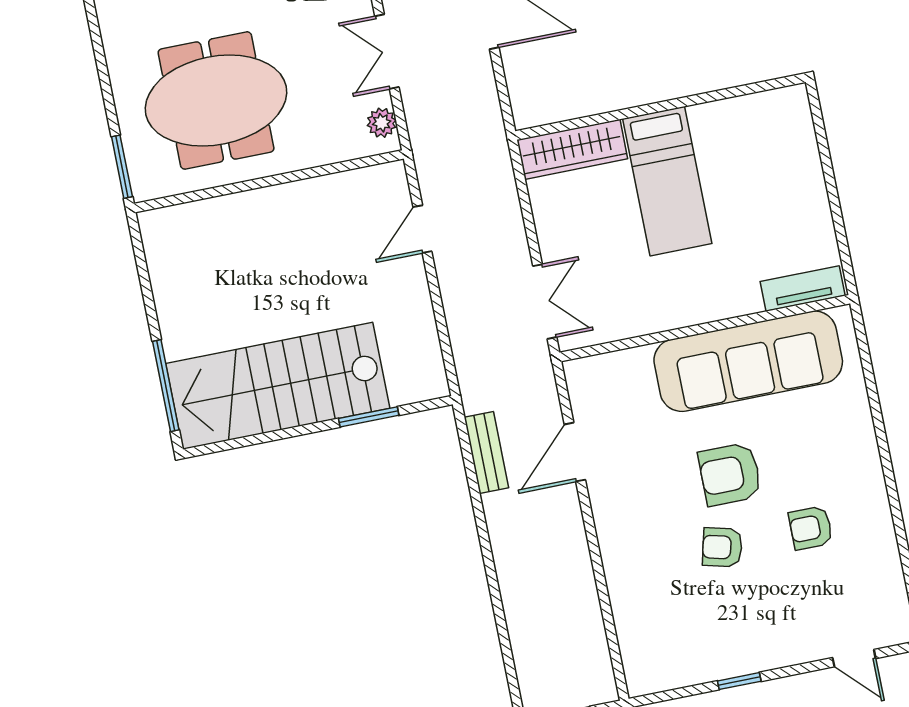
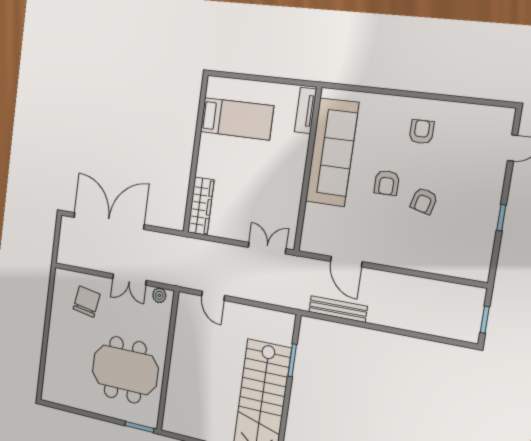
meeting table: (216, 100) -> (125, 370), turned 90
bed: (667, 181) -> (237, 119), moved
bench: (486, 452) -> (338, 309), width x1.36
armchair: (730, 474) -> (387, 183), width x0.72, depth x0.72
armchair: (811, 528) -> (422, 132), moved, turned 180

